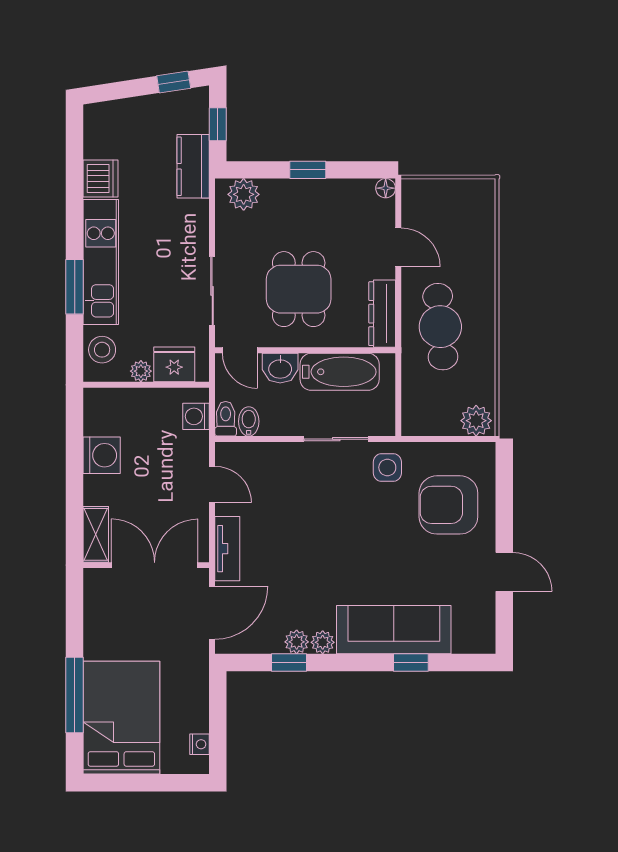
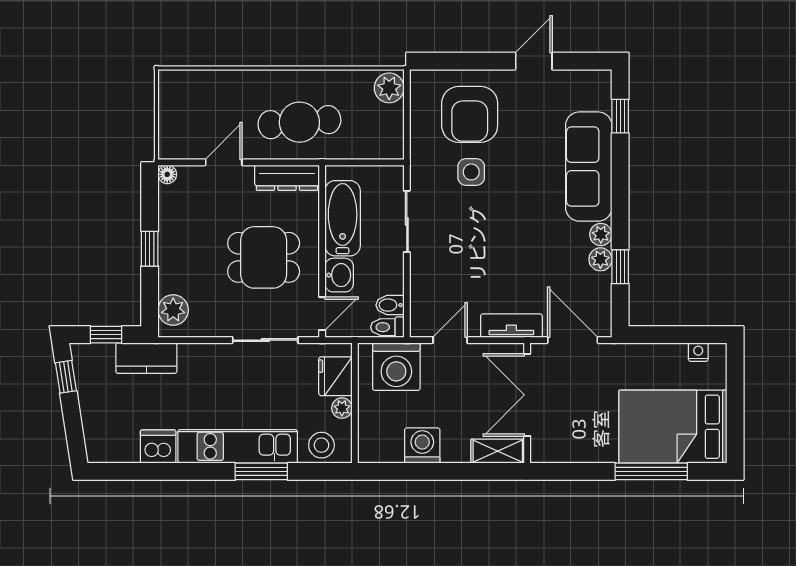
washing machine: (196, 416) -> (396, 367), width x1.89, depth x1.89
side table: (387, 467) -> (471, 172), moved
window: (411, 663) -> (620, 116), moved

